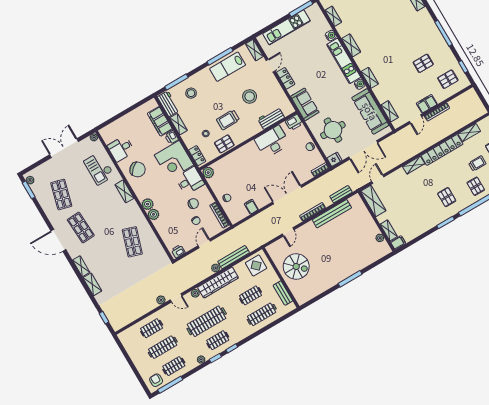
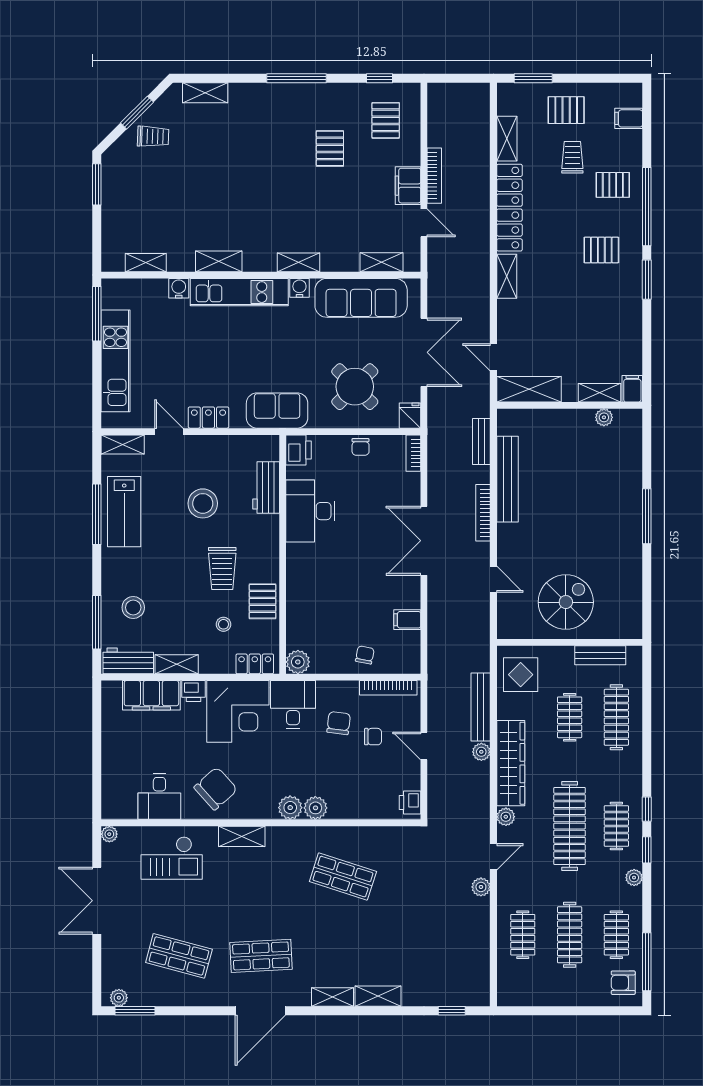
round table: (333, 130) -> (355, 387), turned 45

